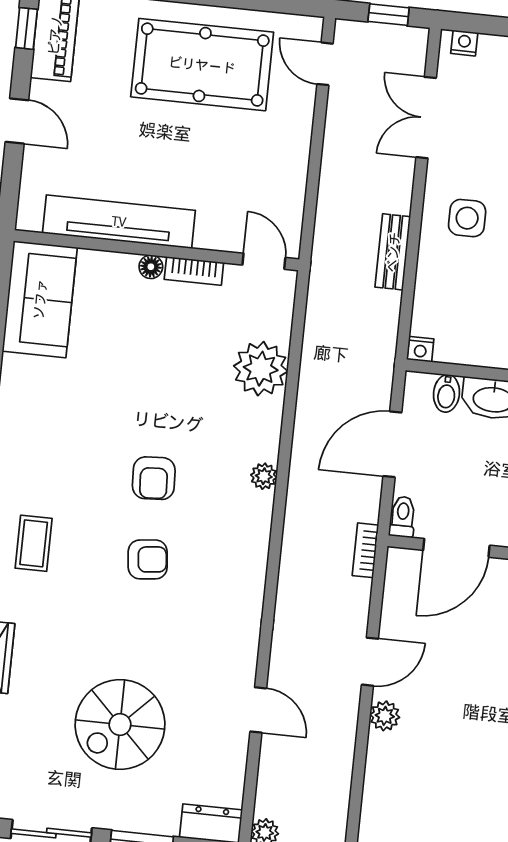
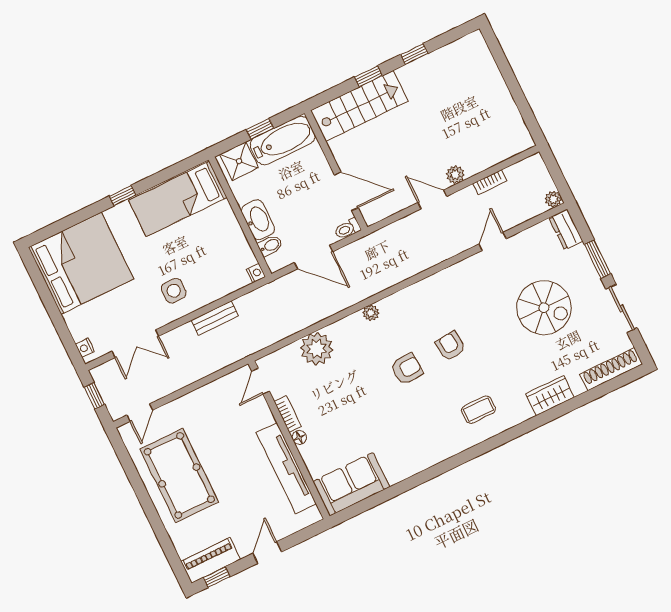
bookcase: (365, 550) -> (490, 182), moved

